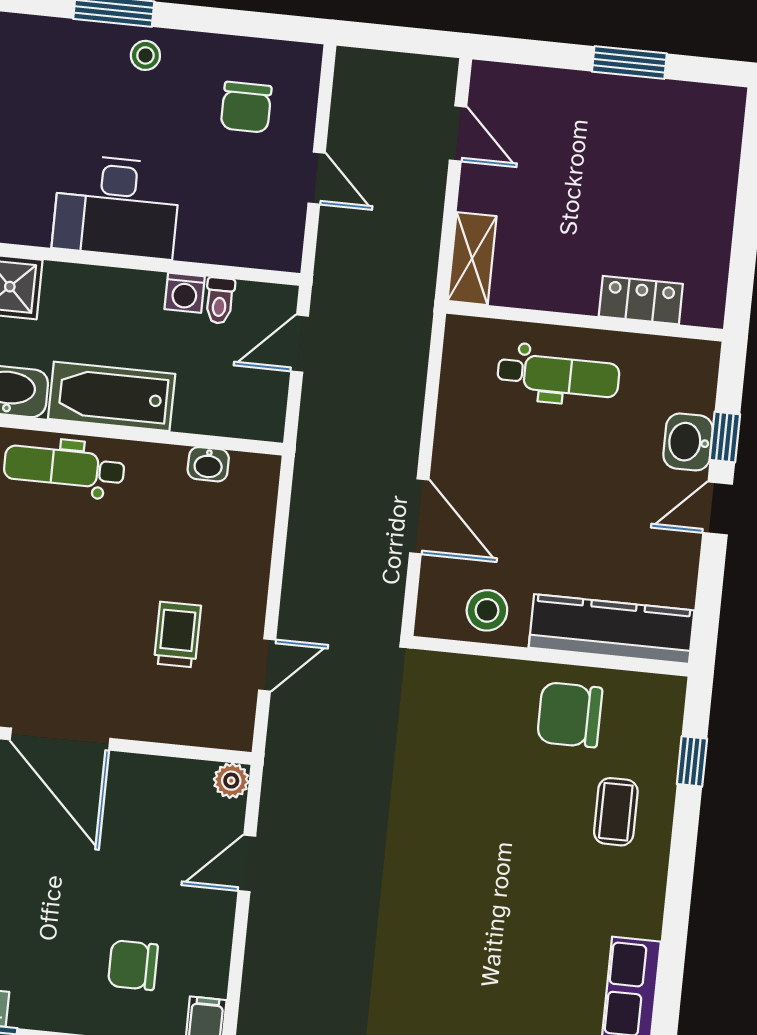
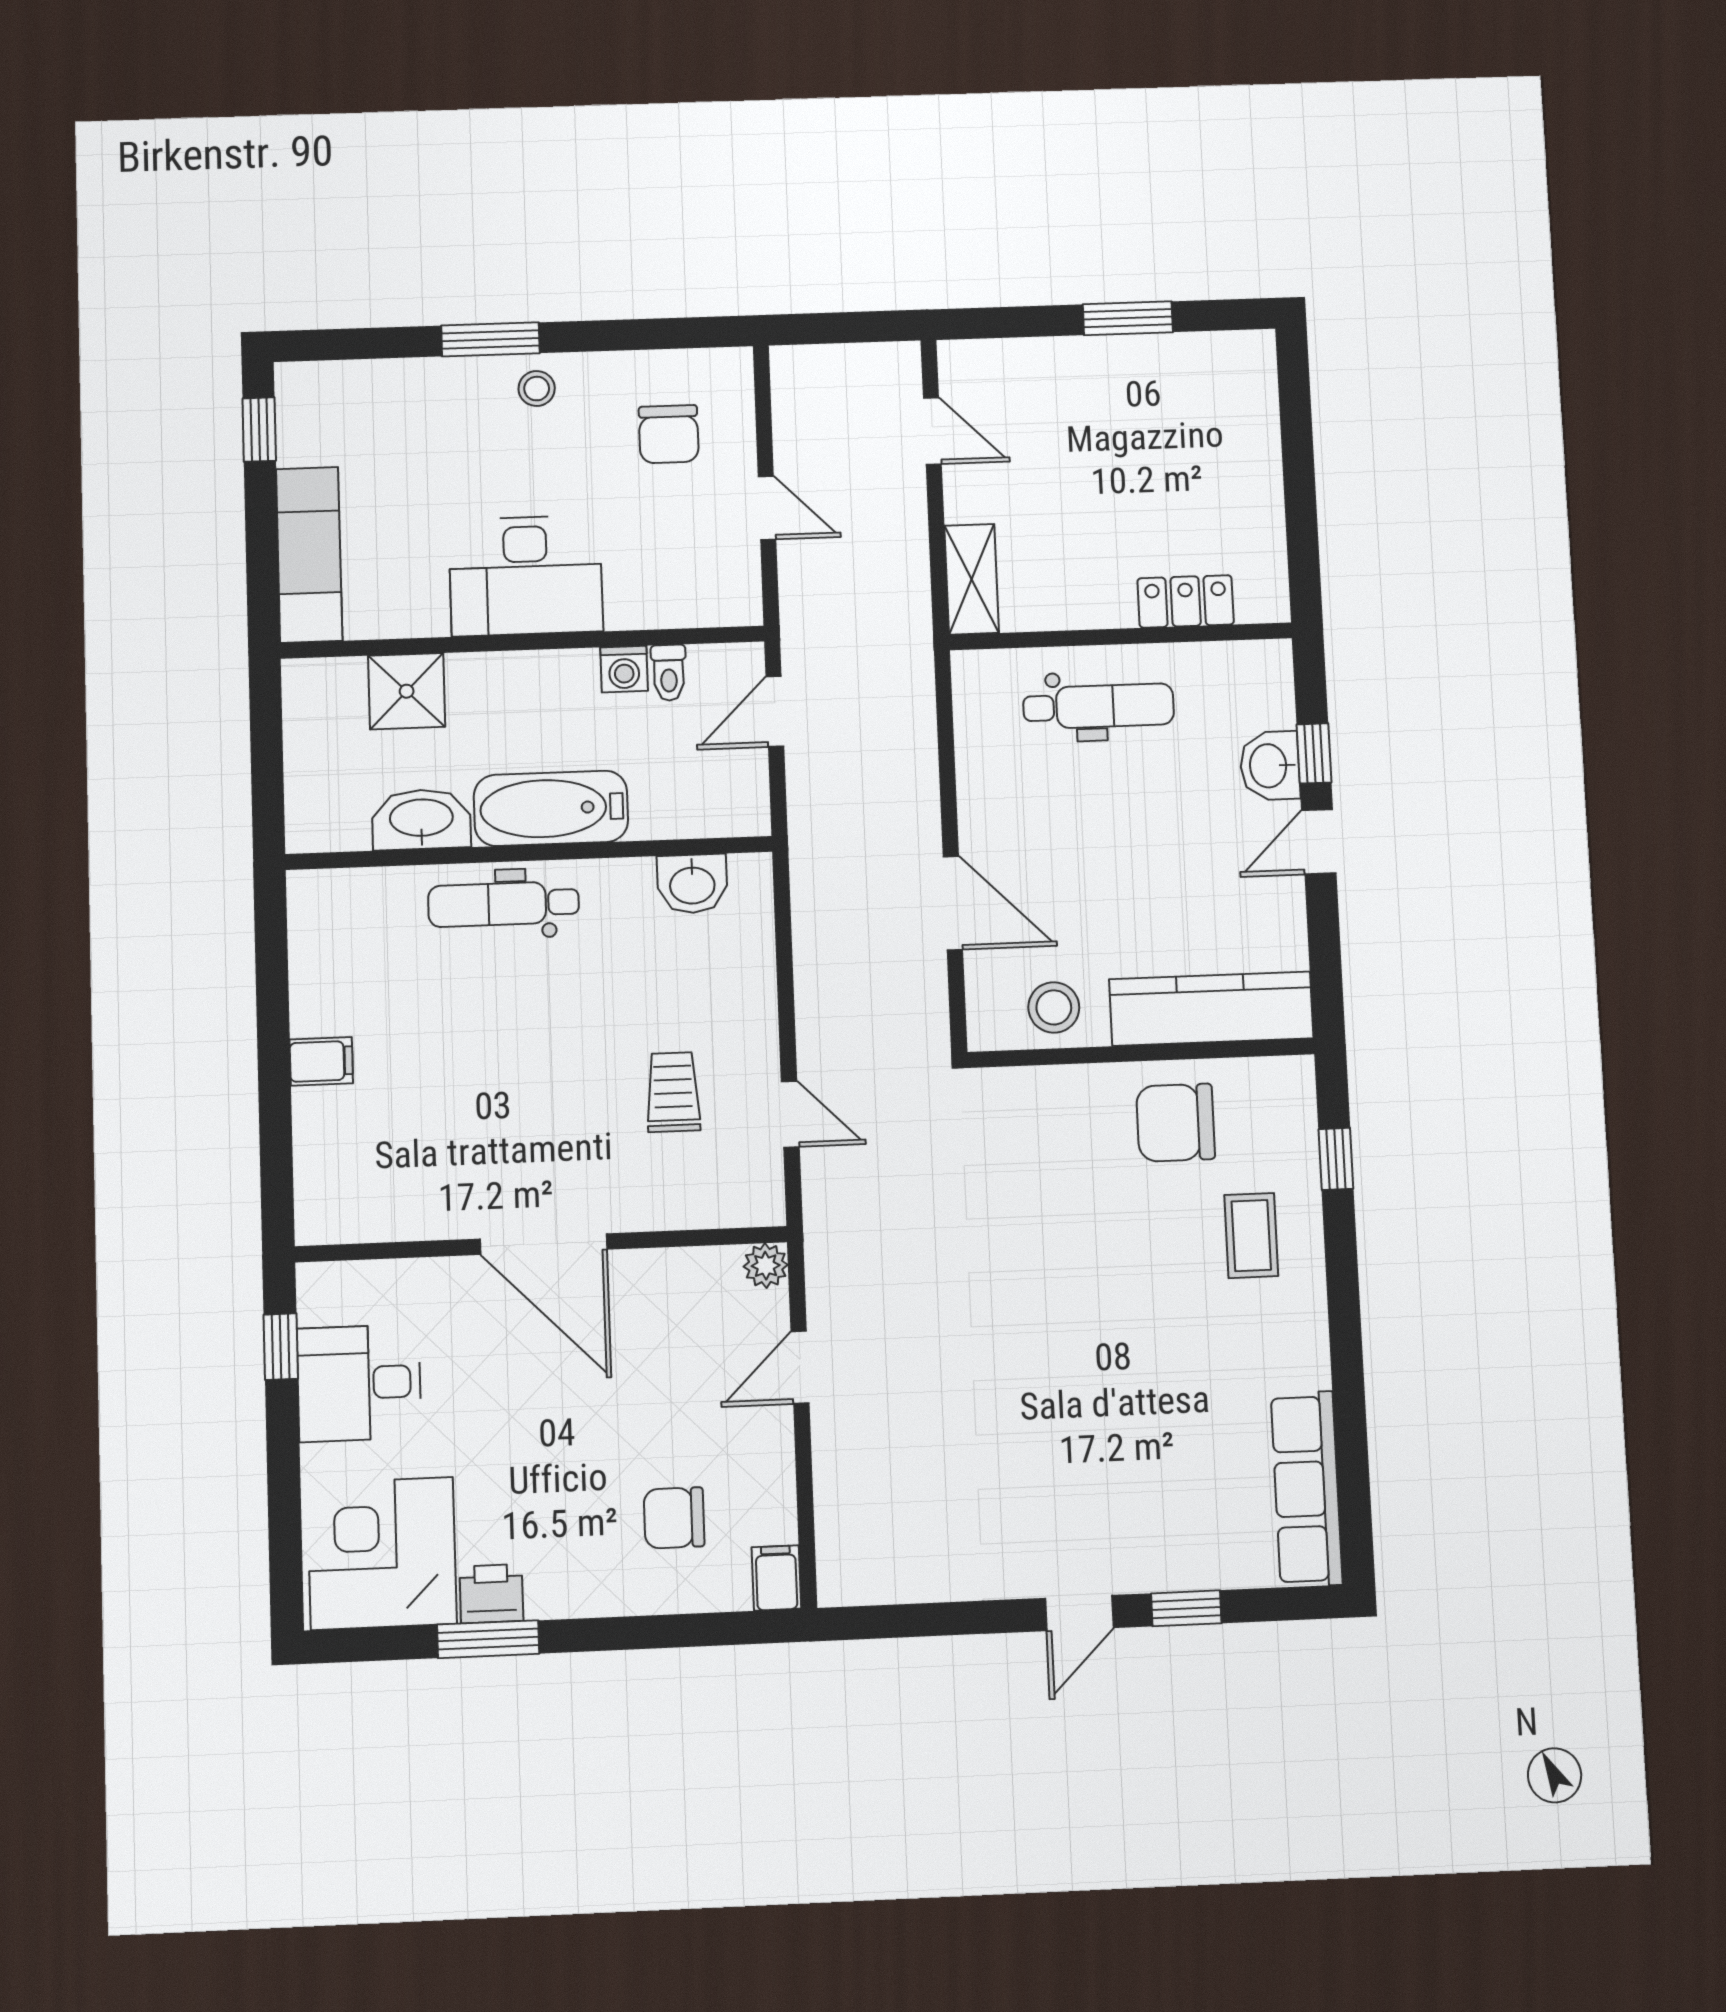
washbasin: (208, 464) -> (692, 884), width x1.38, depth x1.45
door: (267, 665) -> (790, 1114), hinge flipped

